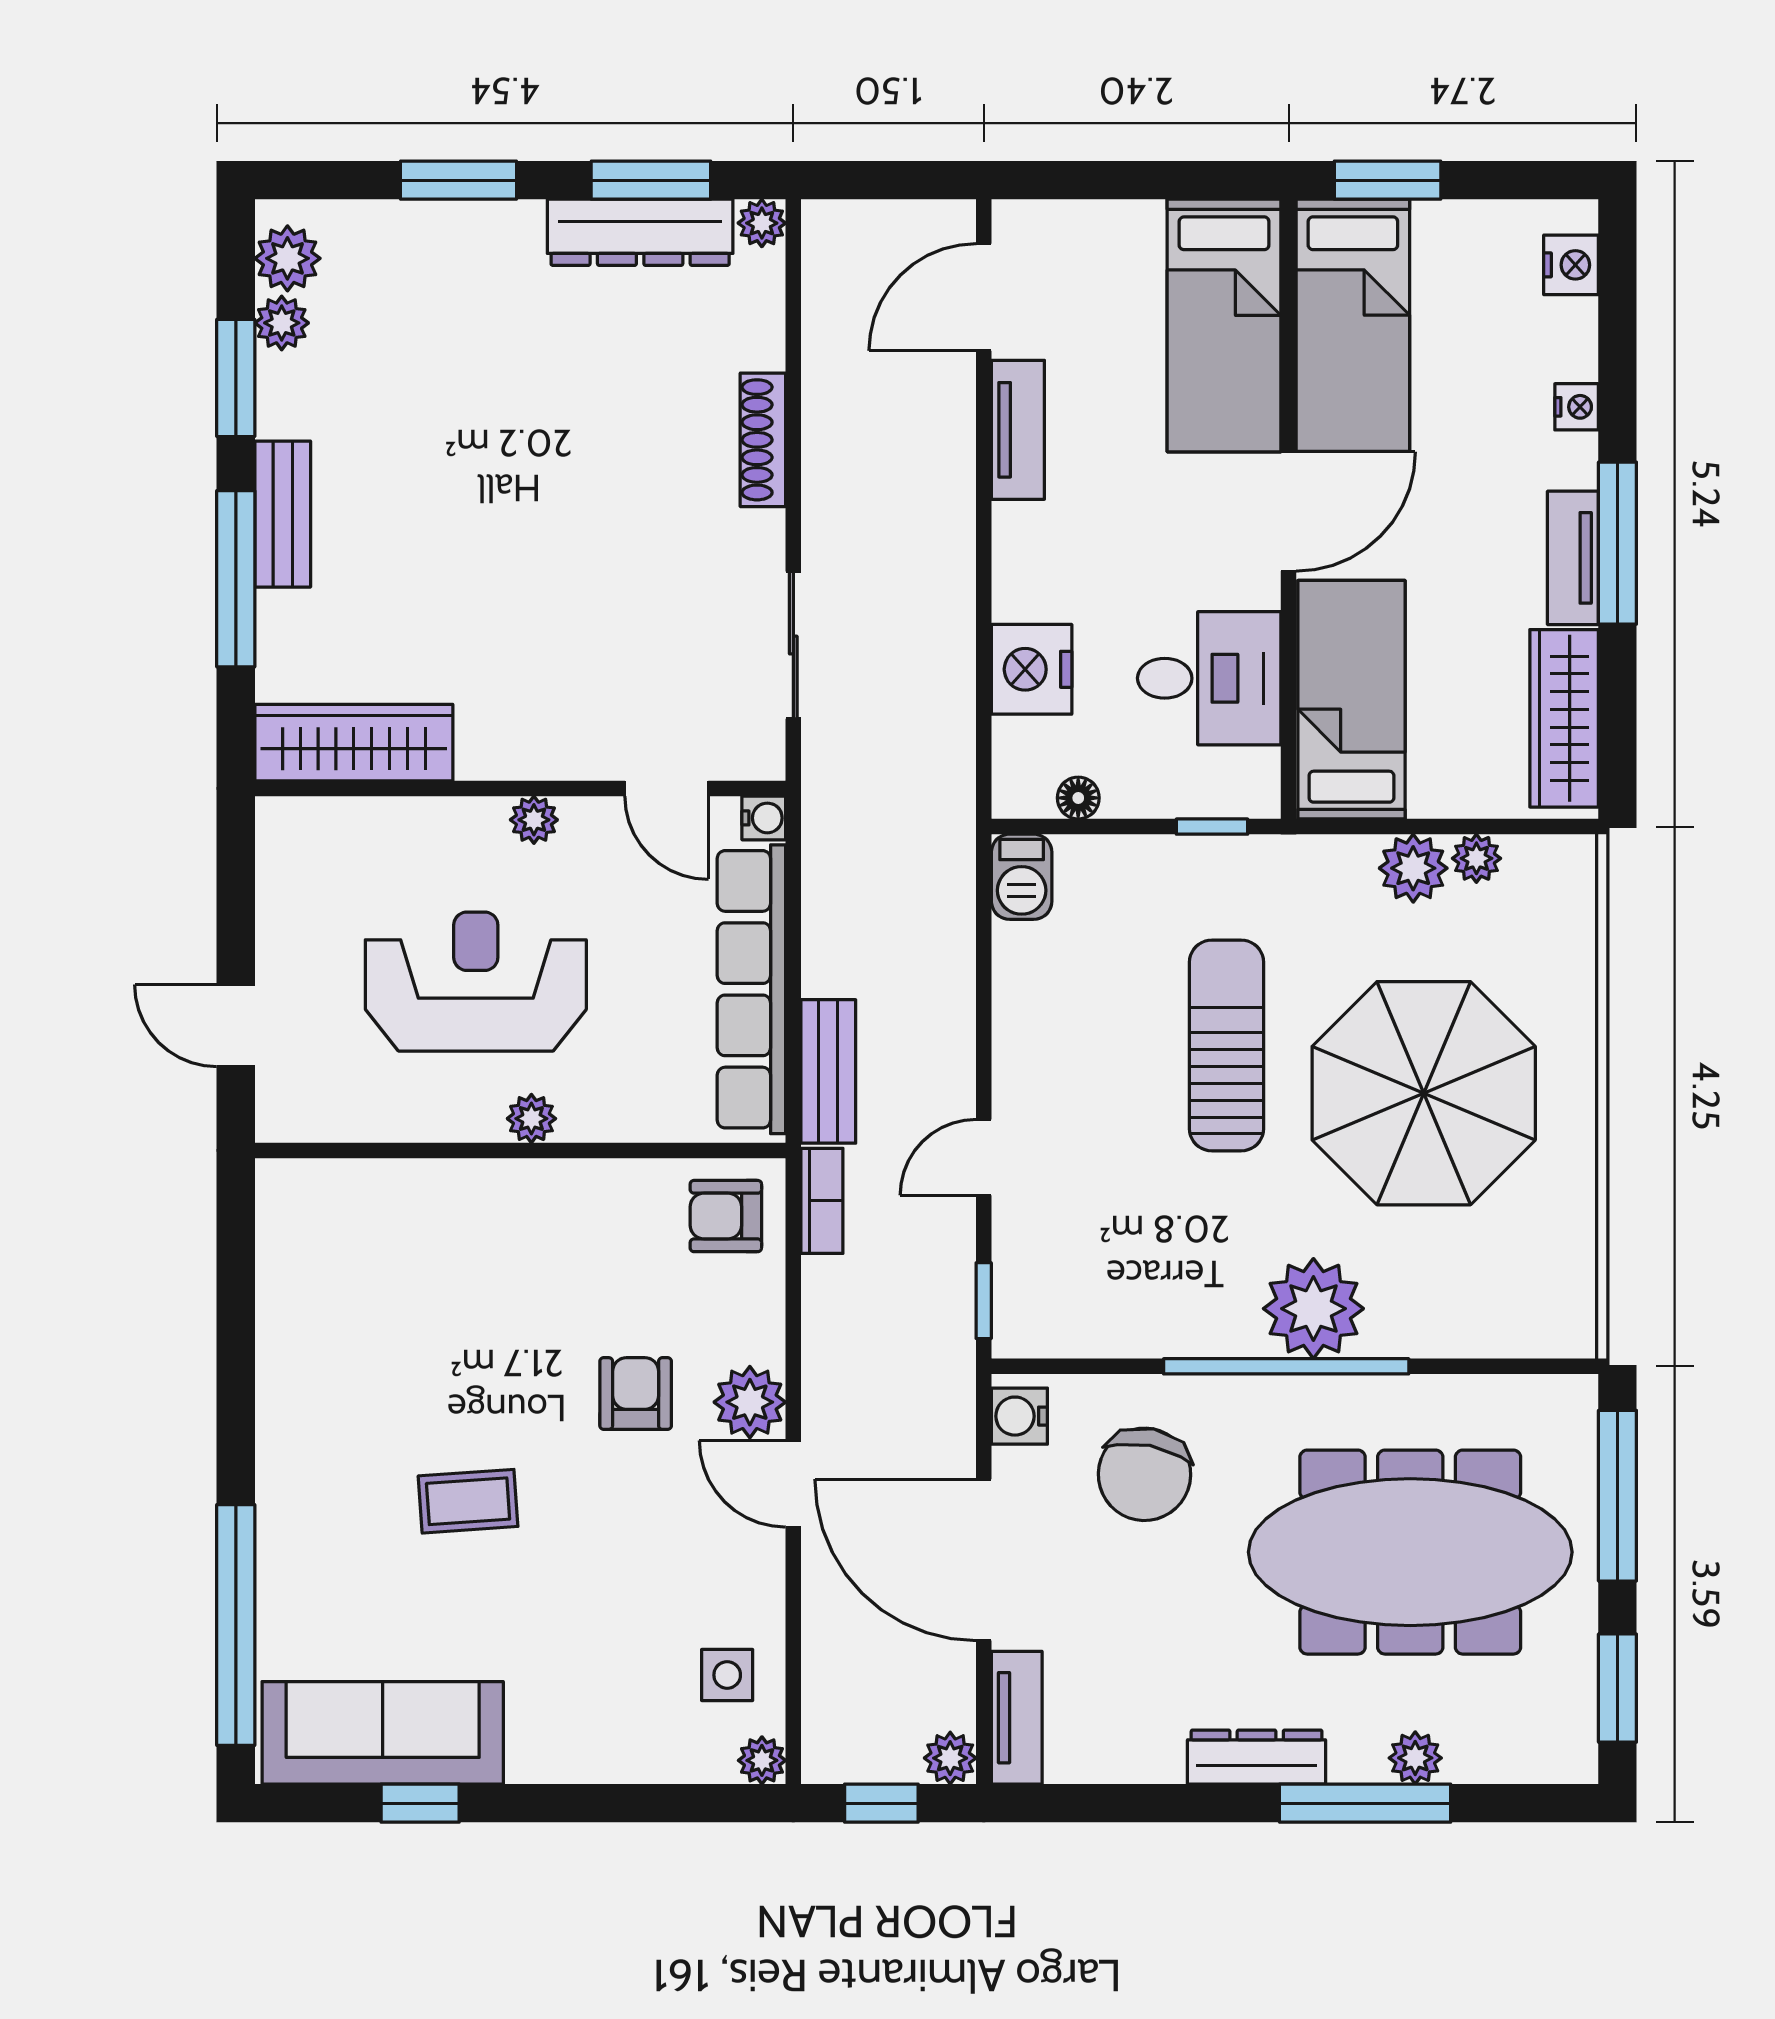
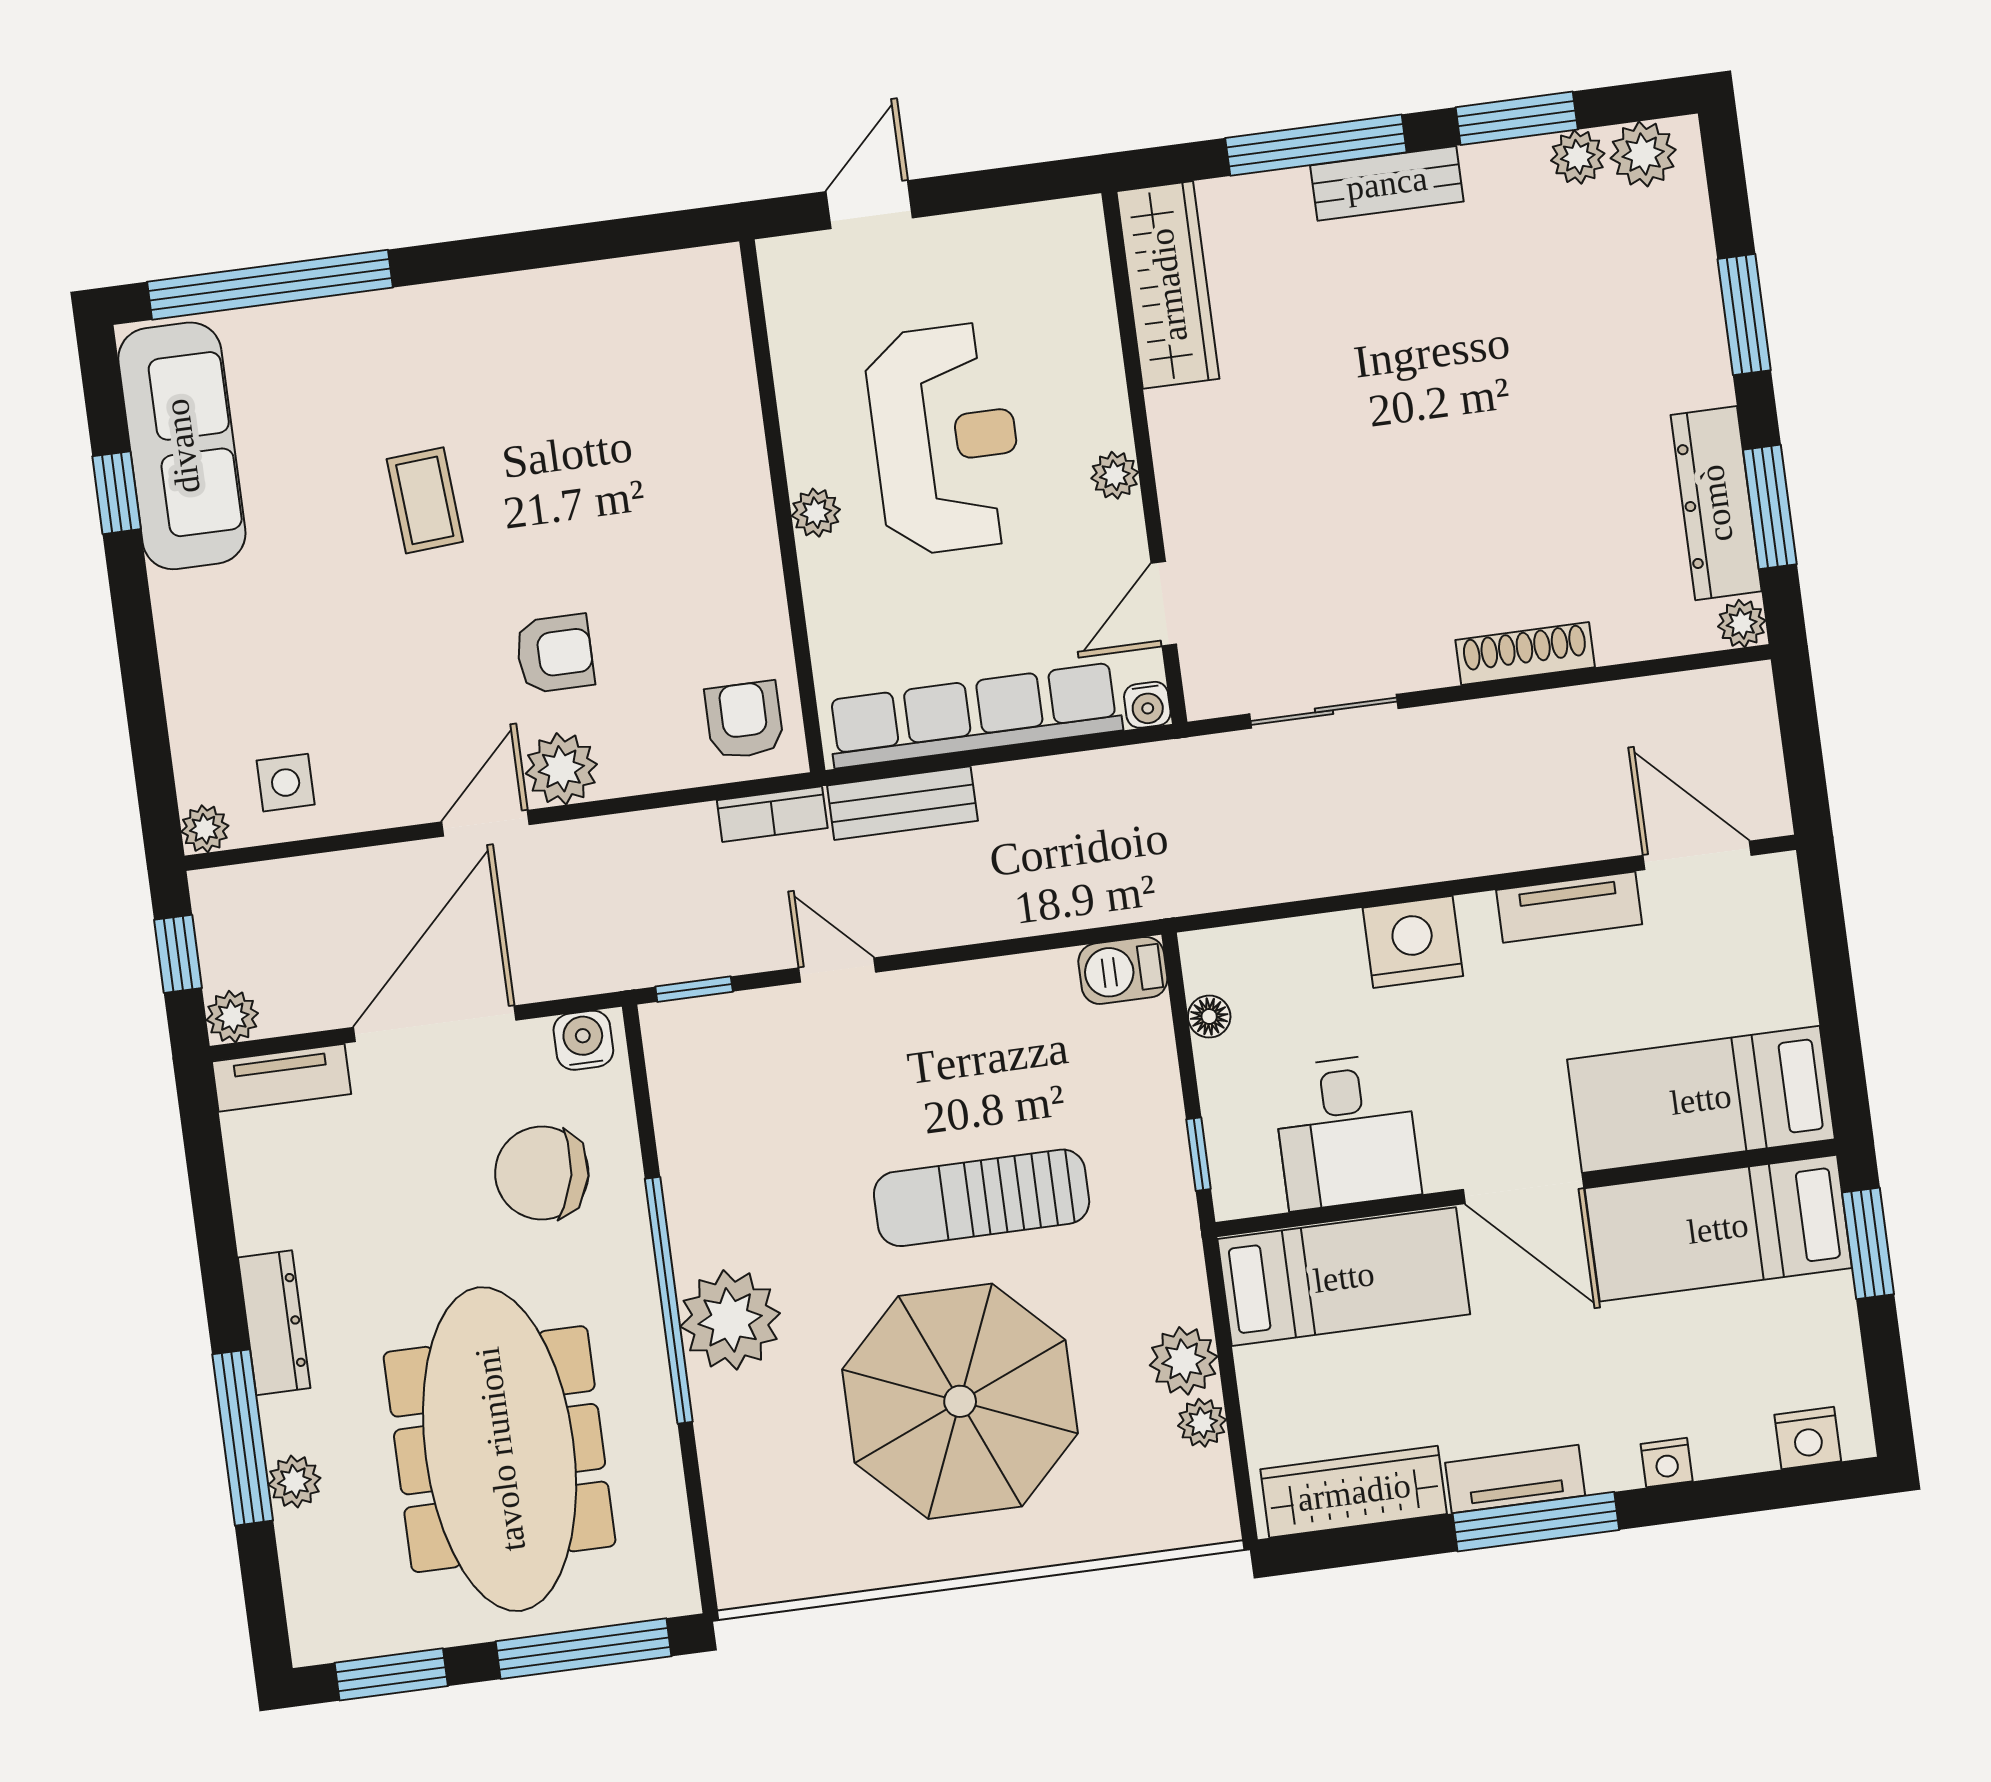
nightstand: (1032, 669) -> (1413, 942), moved
sun lounger: (1227, 1045) -> (982, 1198), turned 180

